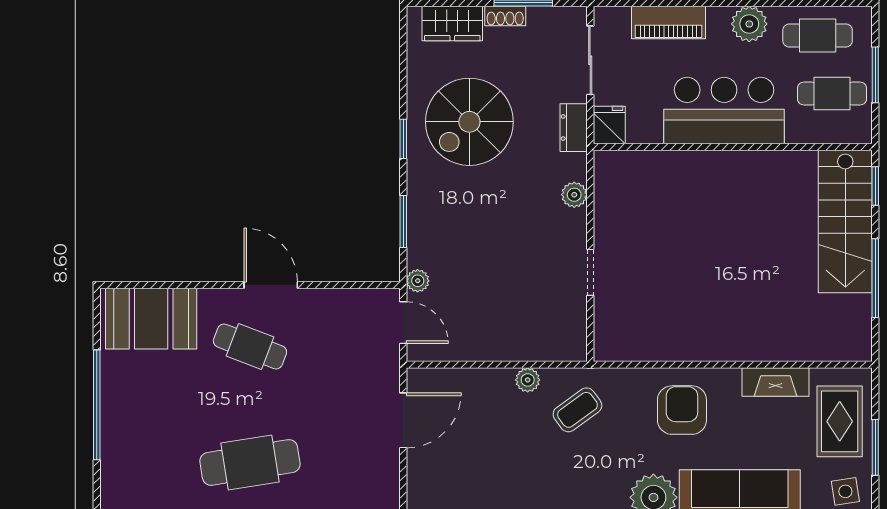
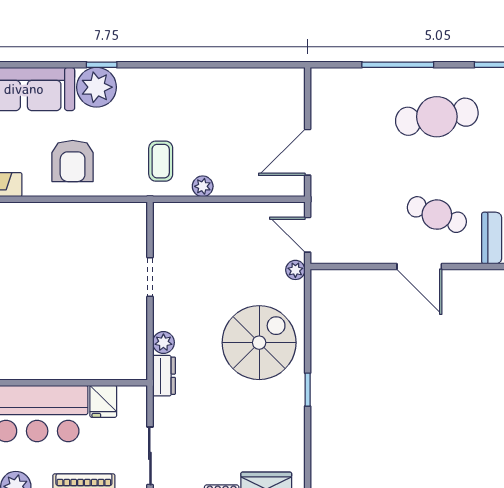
spiral stairs: (469, 122) -> (259, 343), moved
fridge: (609, 125) -> (103, 401), moved
dresser: (574, 128) -> (164, 376), moved
window: (403, 222) -> (308, 320), removed
coffee table: (577, 410) -> (161, 161), turned -54

